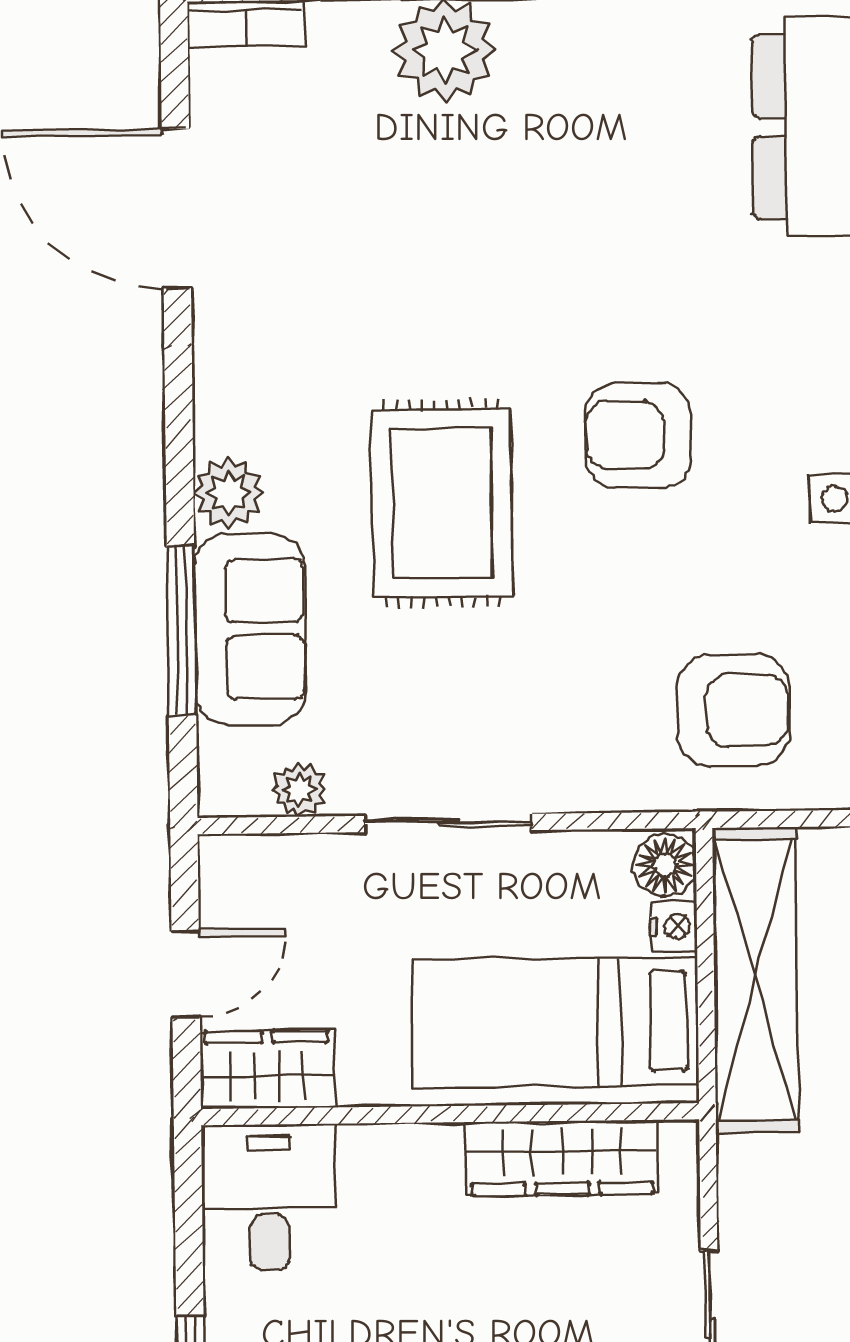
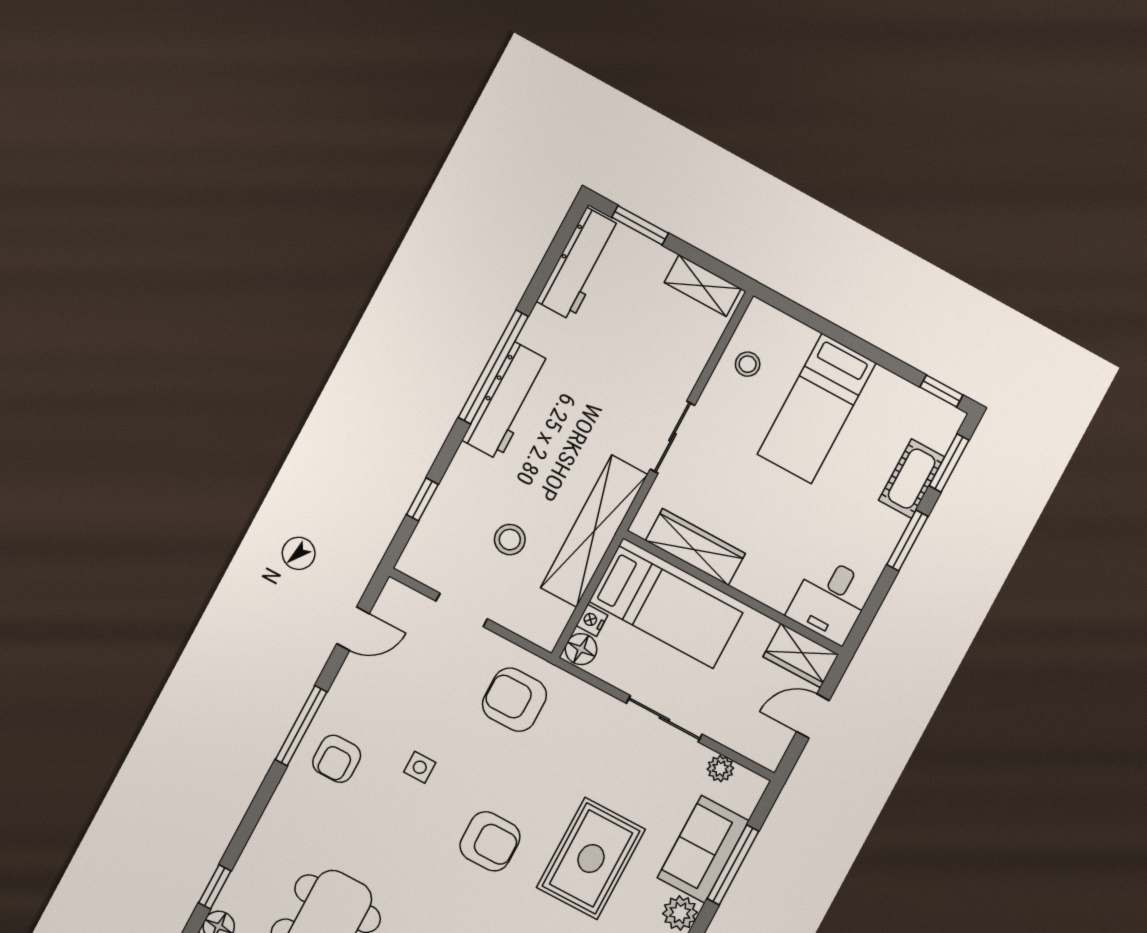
shelving: (756, 980) -> (594, 531), moved

